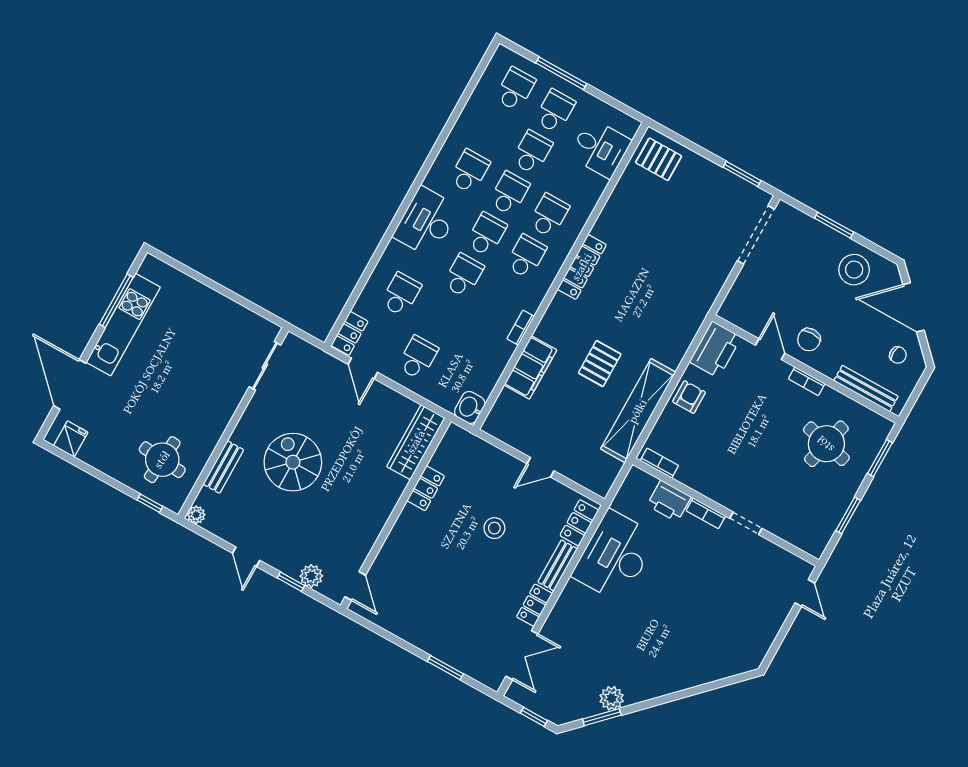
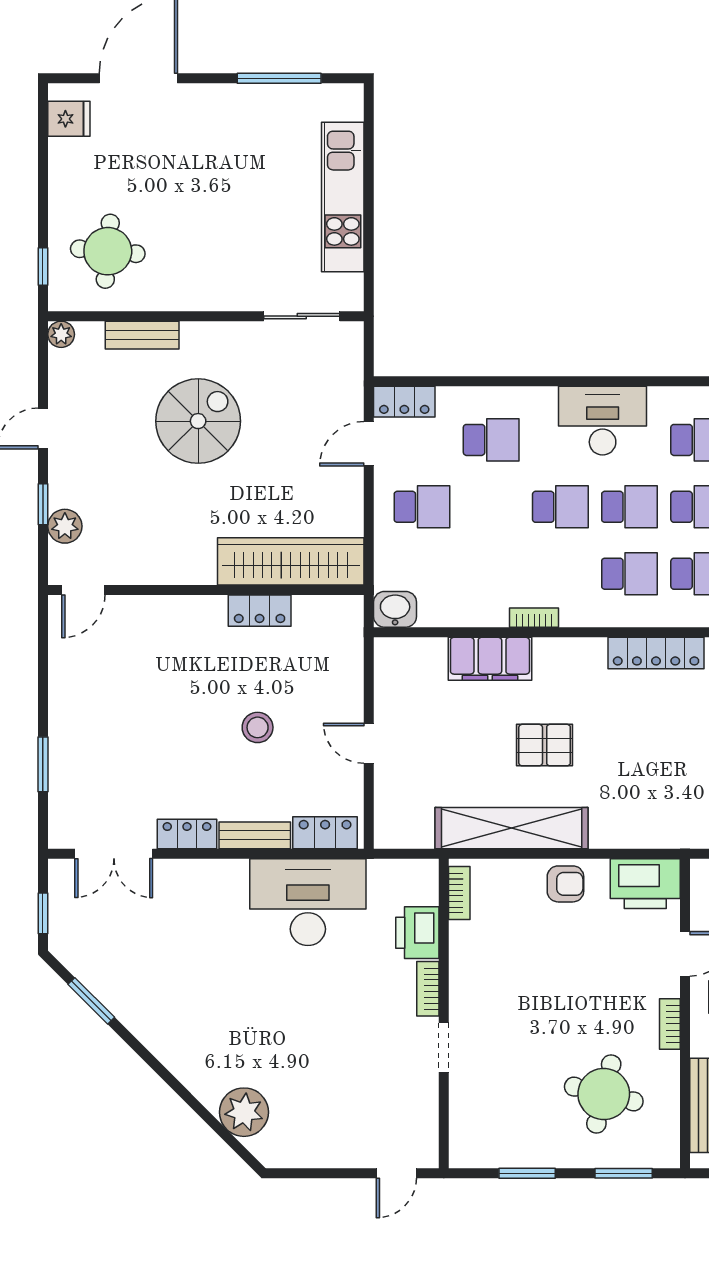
kitchen unit: (123, 325) -> (343, 197), moved, turned 90
wardrobe: (416, 442) -> (291, 561), width x1.40, depth x1.17
plant: (612, 698) -> (244, 1112), moved, width x1.36, depth x1.36

